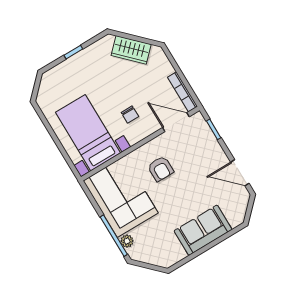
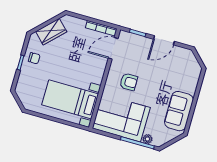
chair: (130, 114) -> (34, 58), moved
door: (240, 173) -> (164, 40), moved
sofa: (203, 230) -> (179, 111), moved

